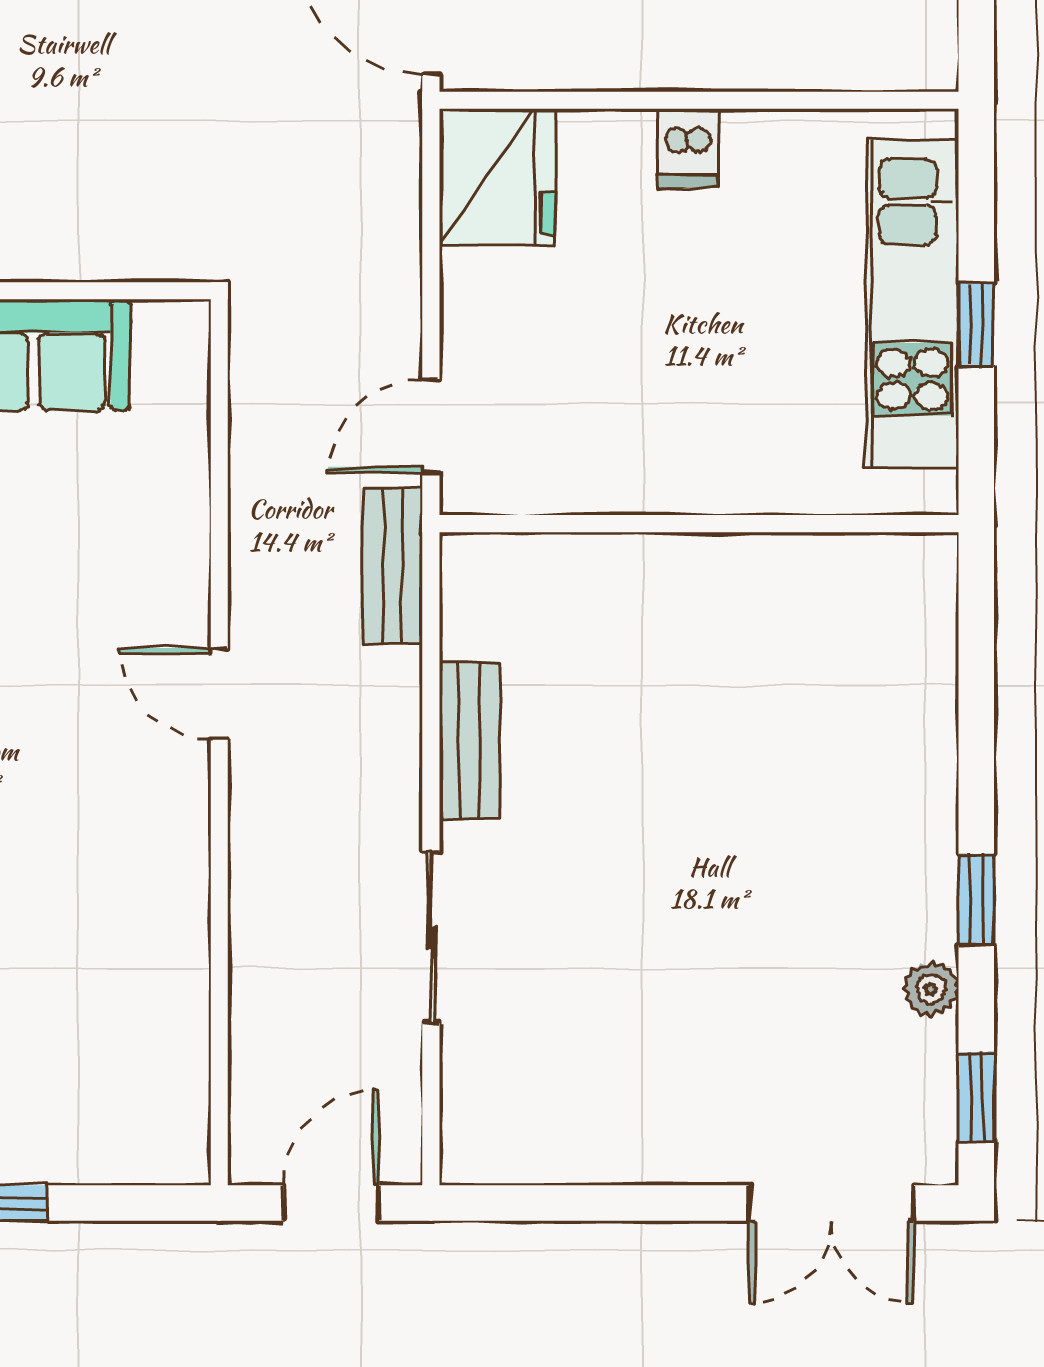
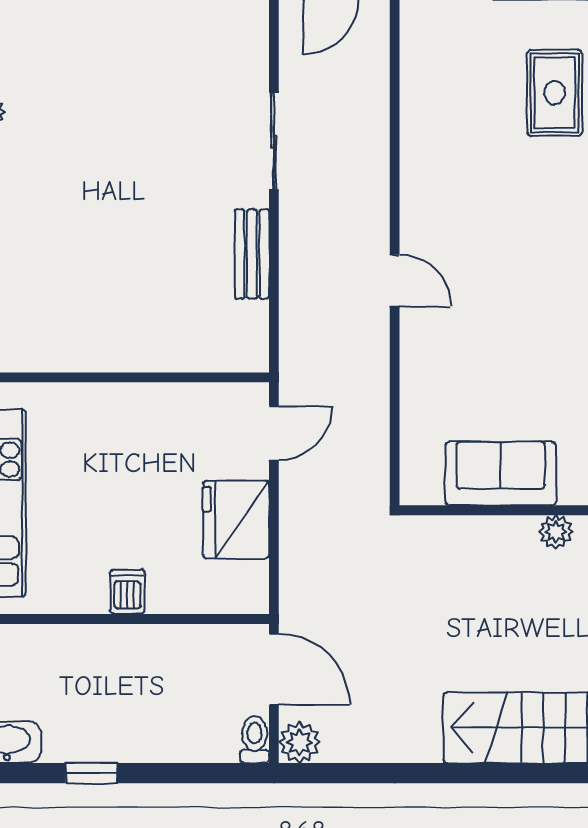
fridge: (497, 177) -> (236, 520), moved
bench: (393, 566) -> (296, 353), removed

